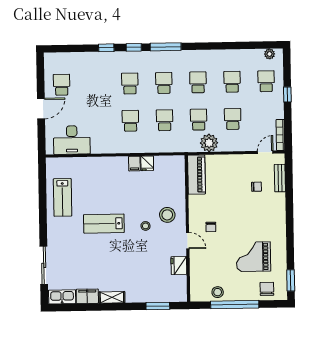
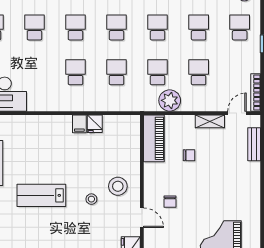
school desk: (96, 84) -> (34, 27), added
shelving: (243, 160) -> (210, 121), added
chair: (256, 187) -> (189, 155), moved

